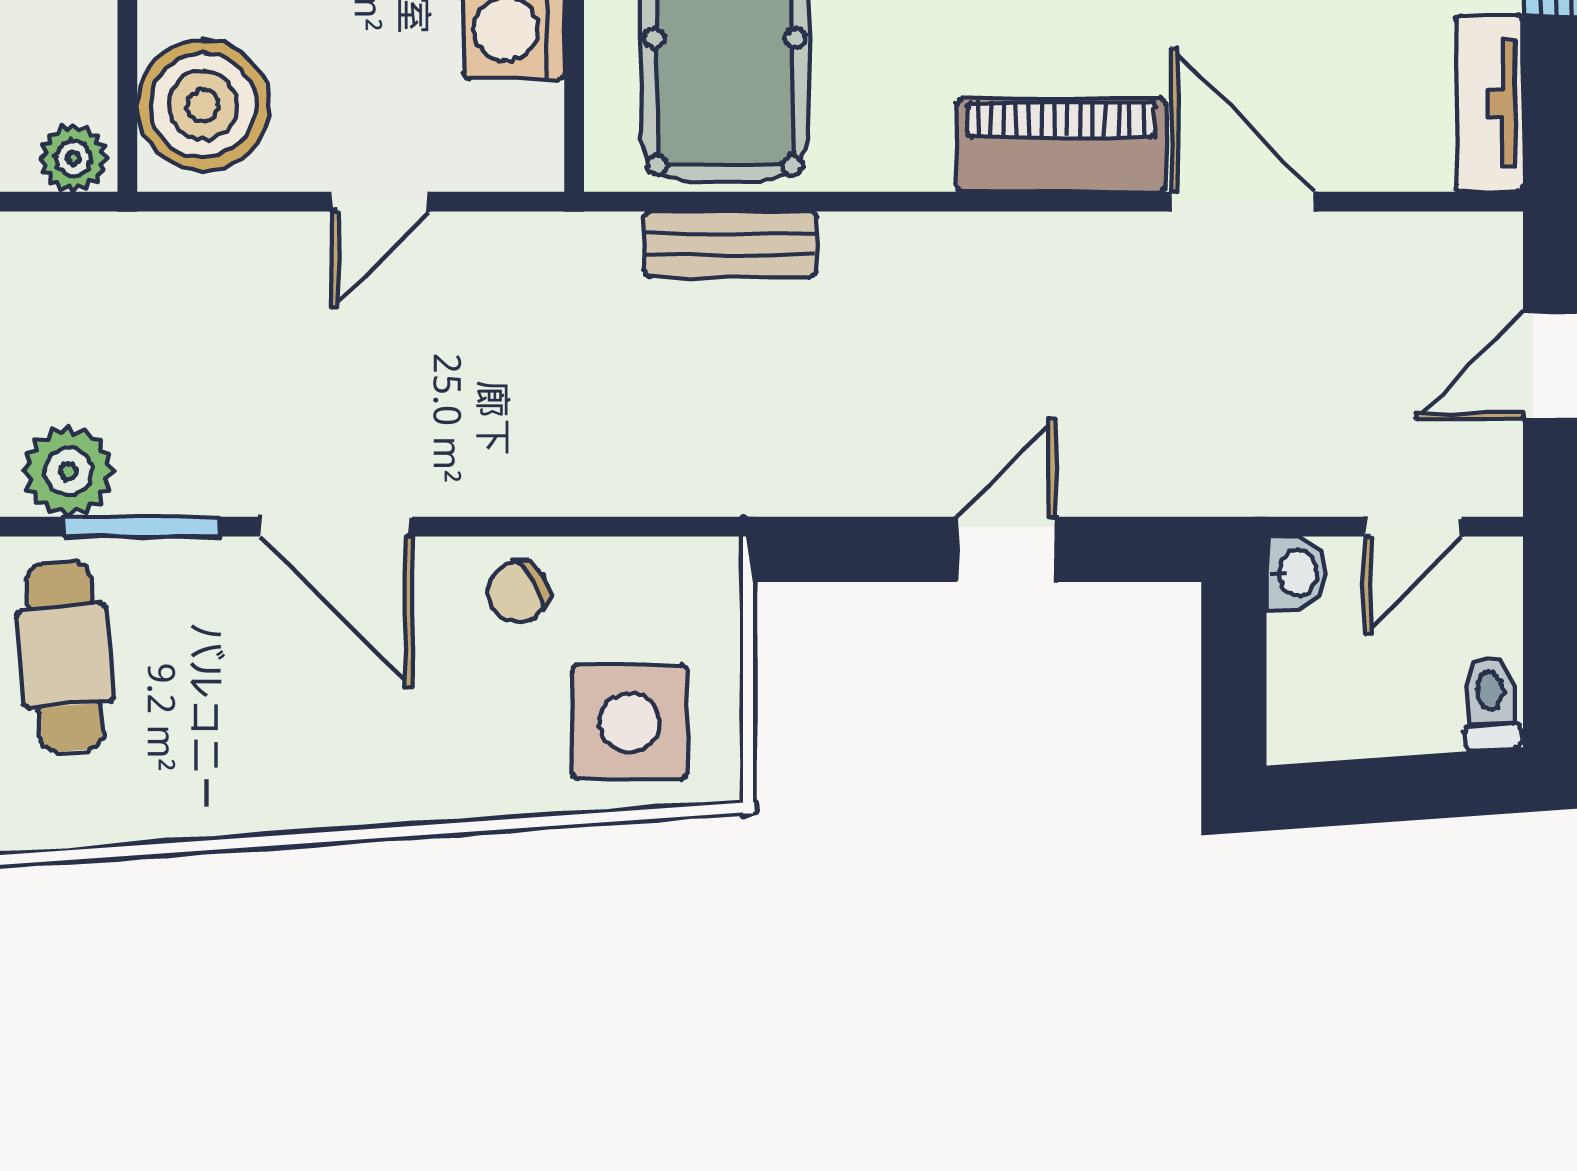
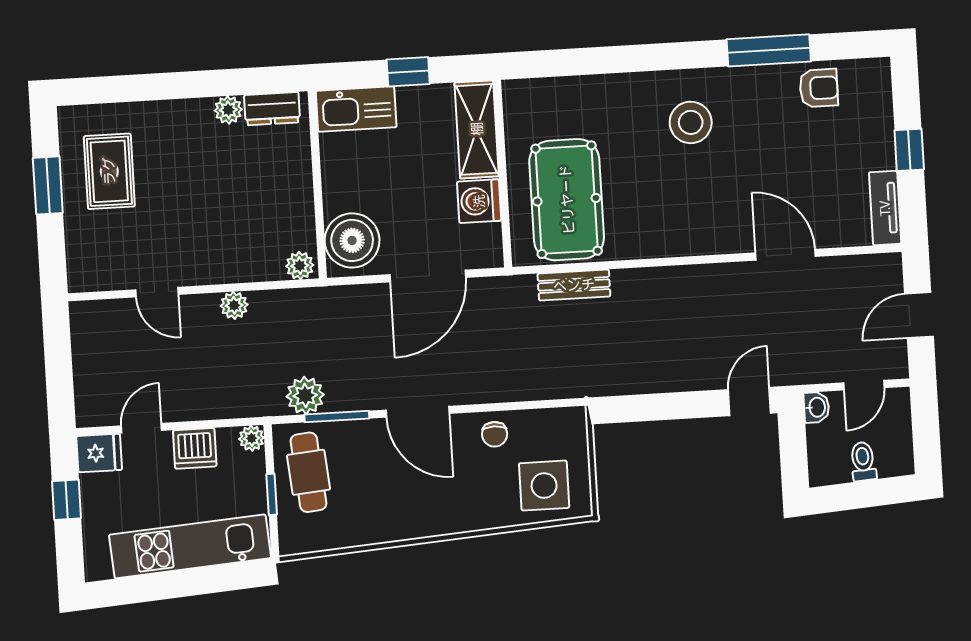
piano: (1061, 145) -> (709, 236), removed
door: (380, 202) -> (428, 276), width x1.87
door: (1006, 549) -> (749, 401), moved
chair: (518, 592) -> (495, 434), turned -59
toilet: (1491, 703) -> (863, 461), moved

